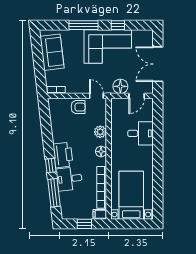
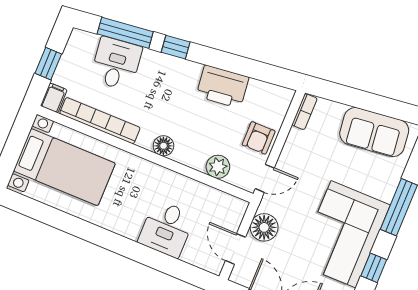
plant: (100, 132) -> (218, 167), moved
printer: (63, 155) -> (223, 87), moved
desk: (69, 179) -> (116, 64), moved

